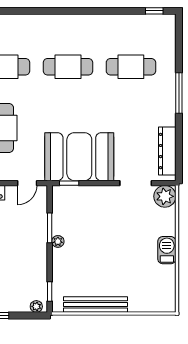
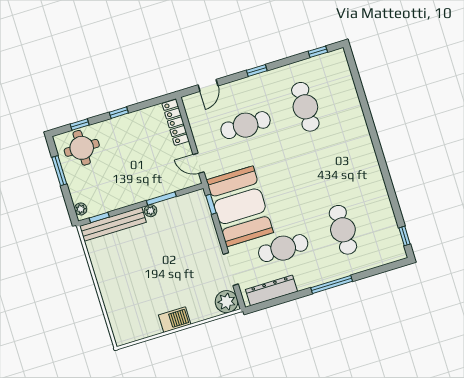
cafe table: (68, 67) -> (283, 248), moved, turned 90
bench: (96, 304) -> (113, 224), moved, turned 90

